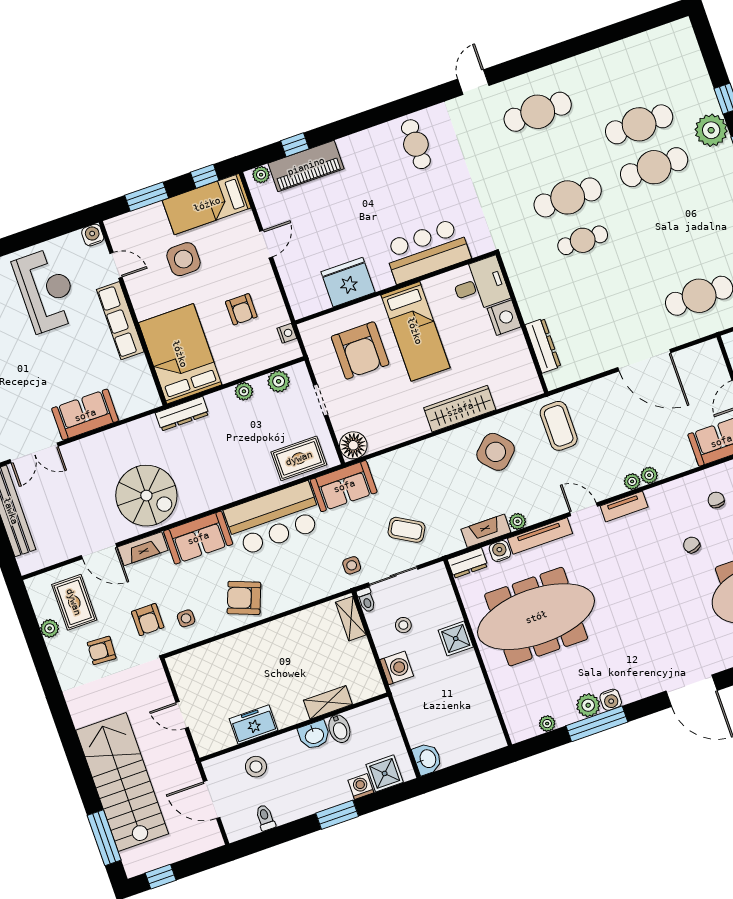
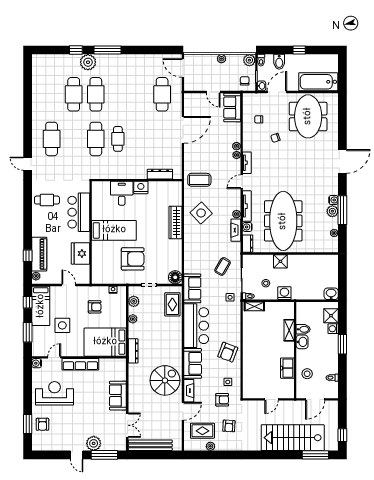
bar counter: (427, 251) -> (79, 212), moved
fridge: (348, 282) -> (80, 253), moved
wall: (395, 288) -> (91, 233), moved
bed: (415, 331) -> (114, 230), moved

